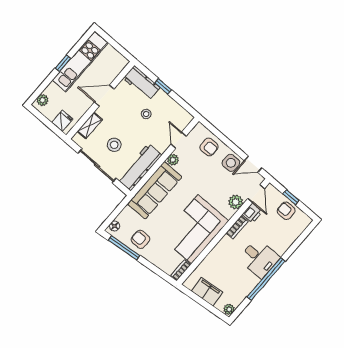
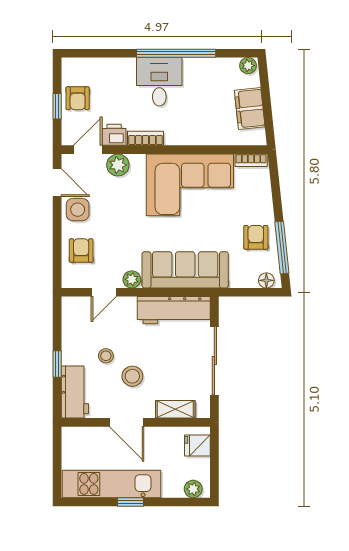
stool: (114, 145) -> (132, 376), moved
armchair: (140, 239) -> (256, 237), turned 180

